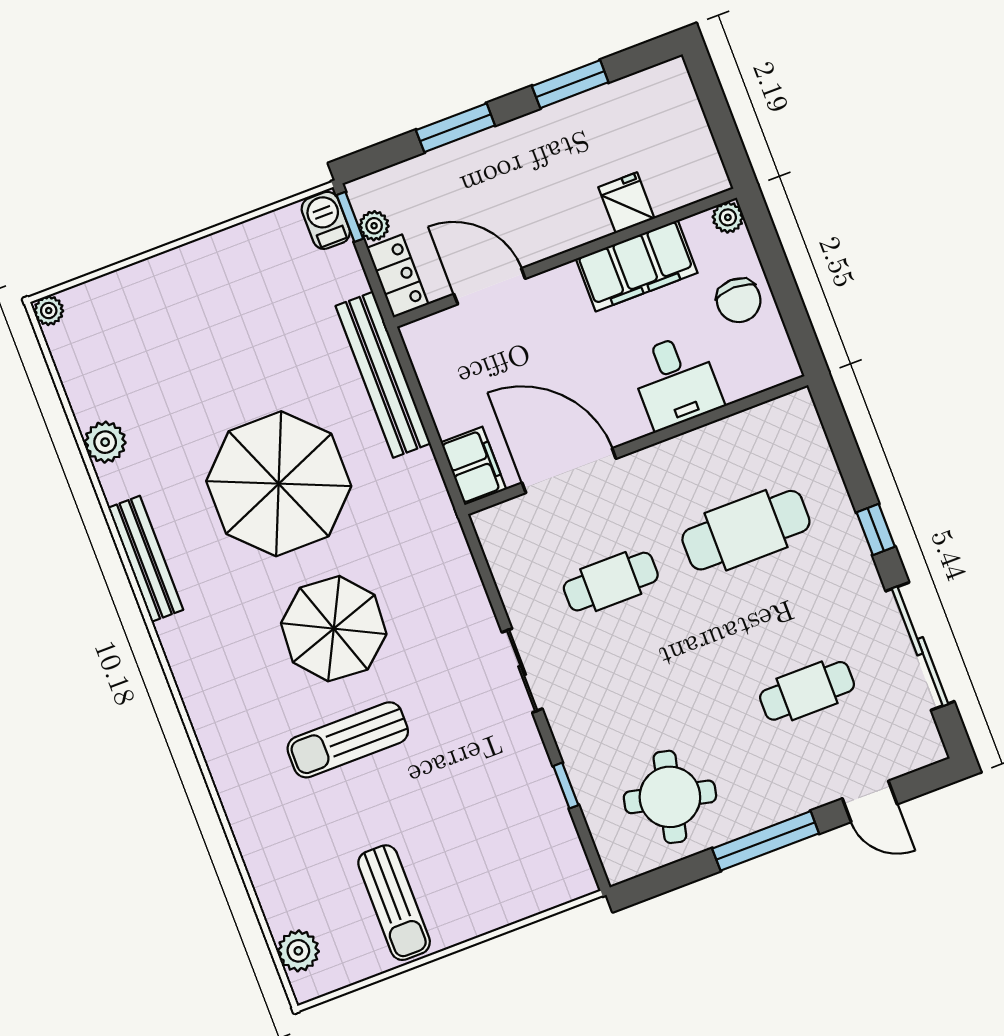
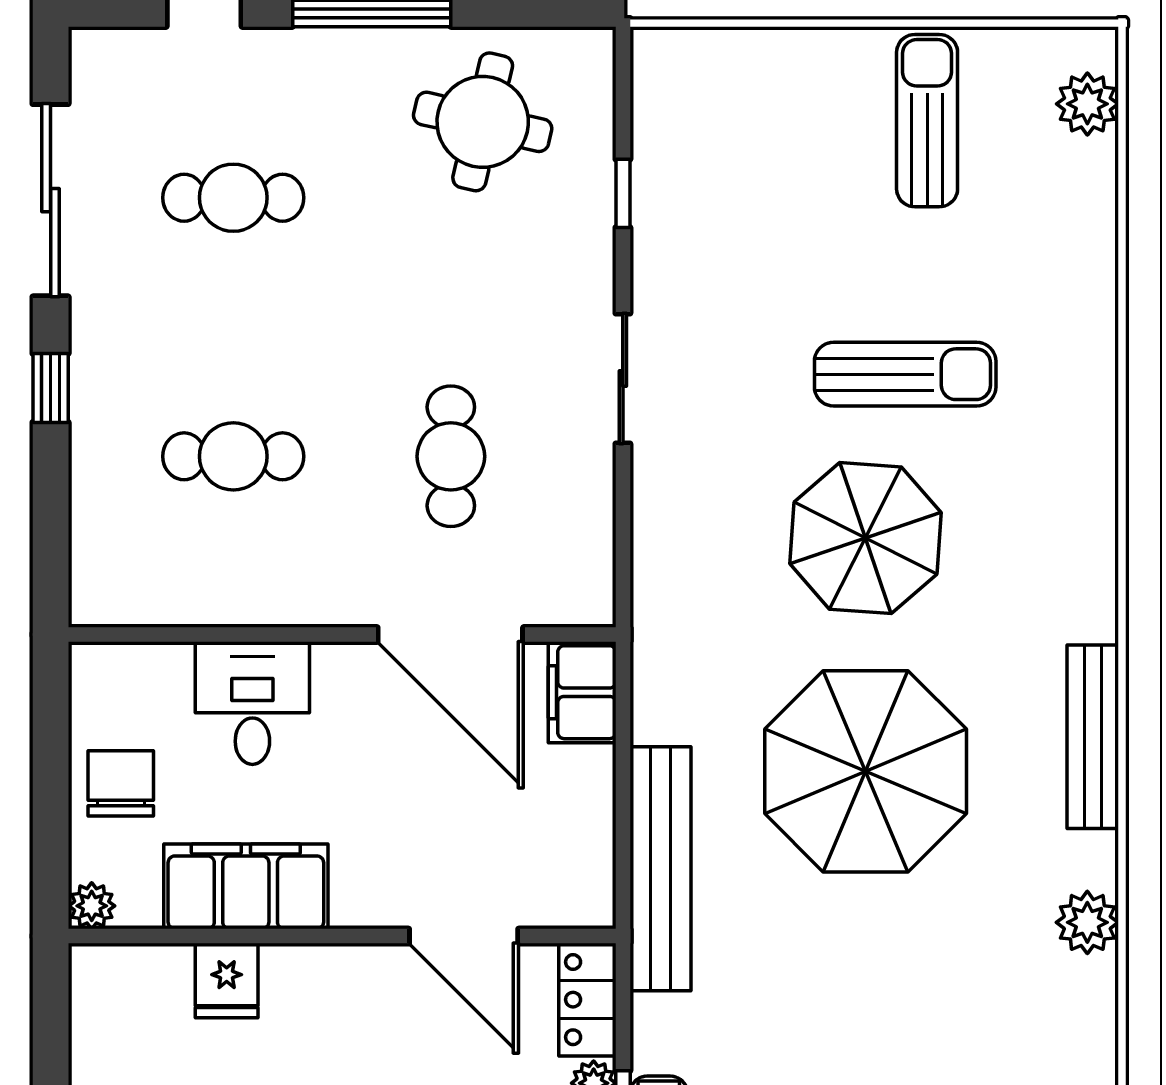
cafe table: (746, 530) -> (233, 456), width x0.73, depth x0.74
cafe table: (611, 582) -> (451, 456), turned 90

